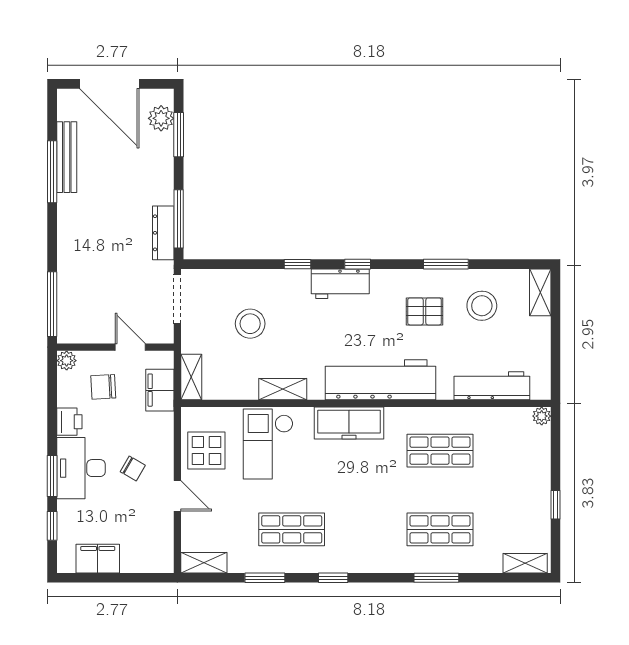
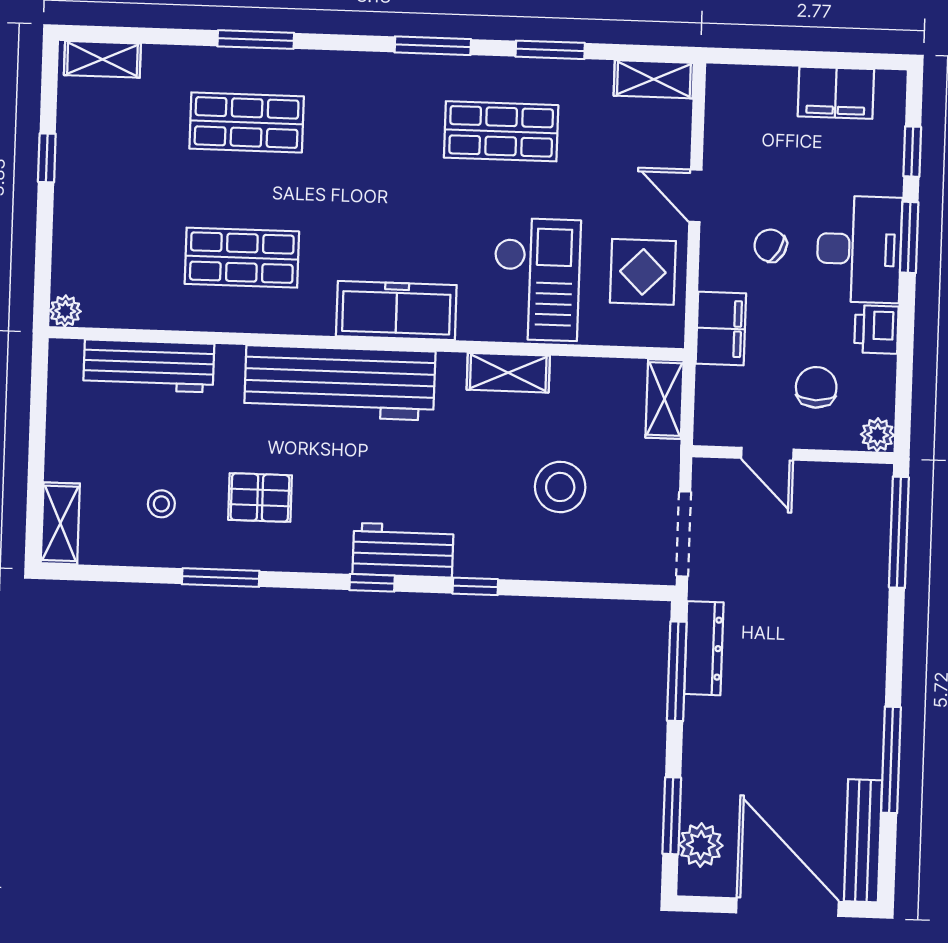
bench: (67, 157) -> (863, 841), moved
stool: (482, 306) -> (161, 504), width x0.53, depth x0.53
chair: (103, 387) -> (816, 387), turned -87
filing cabinet: (160, 390) -> (721, 329), moved
window: (333, 578) -> (433, 46), width x1.50

